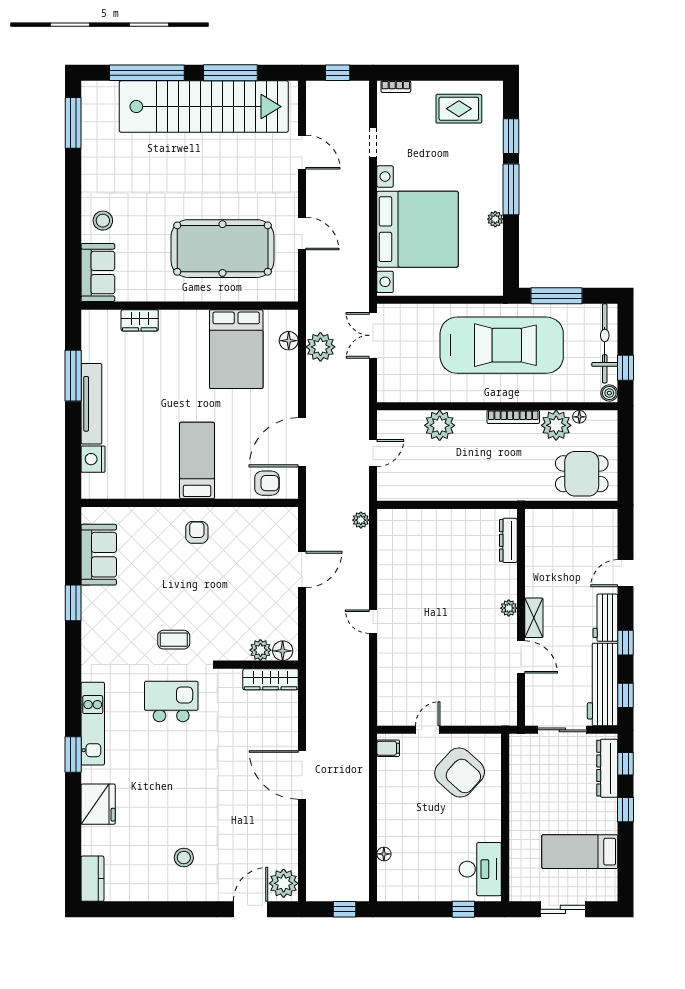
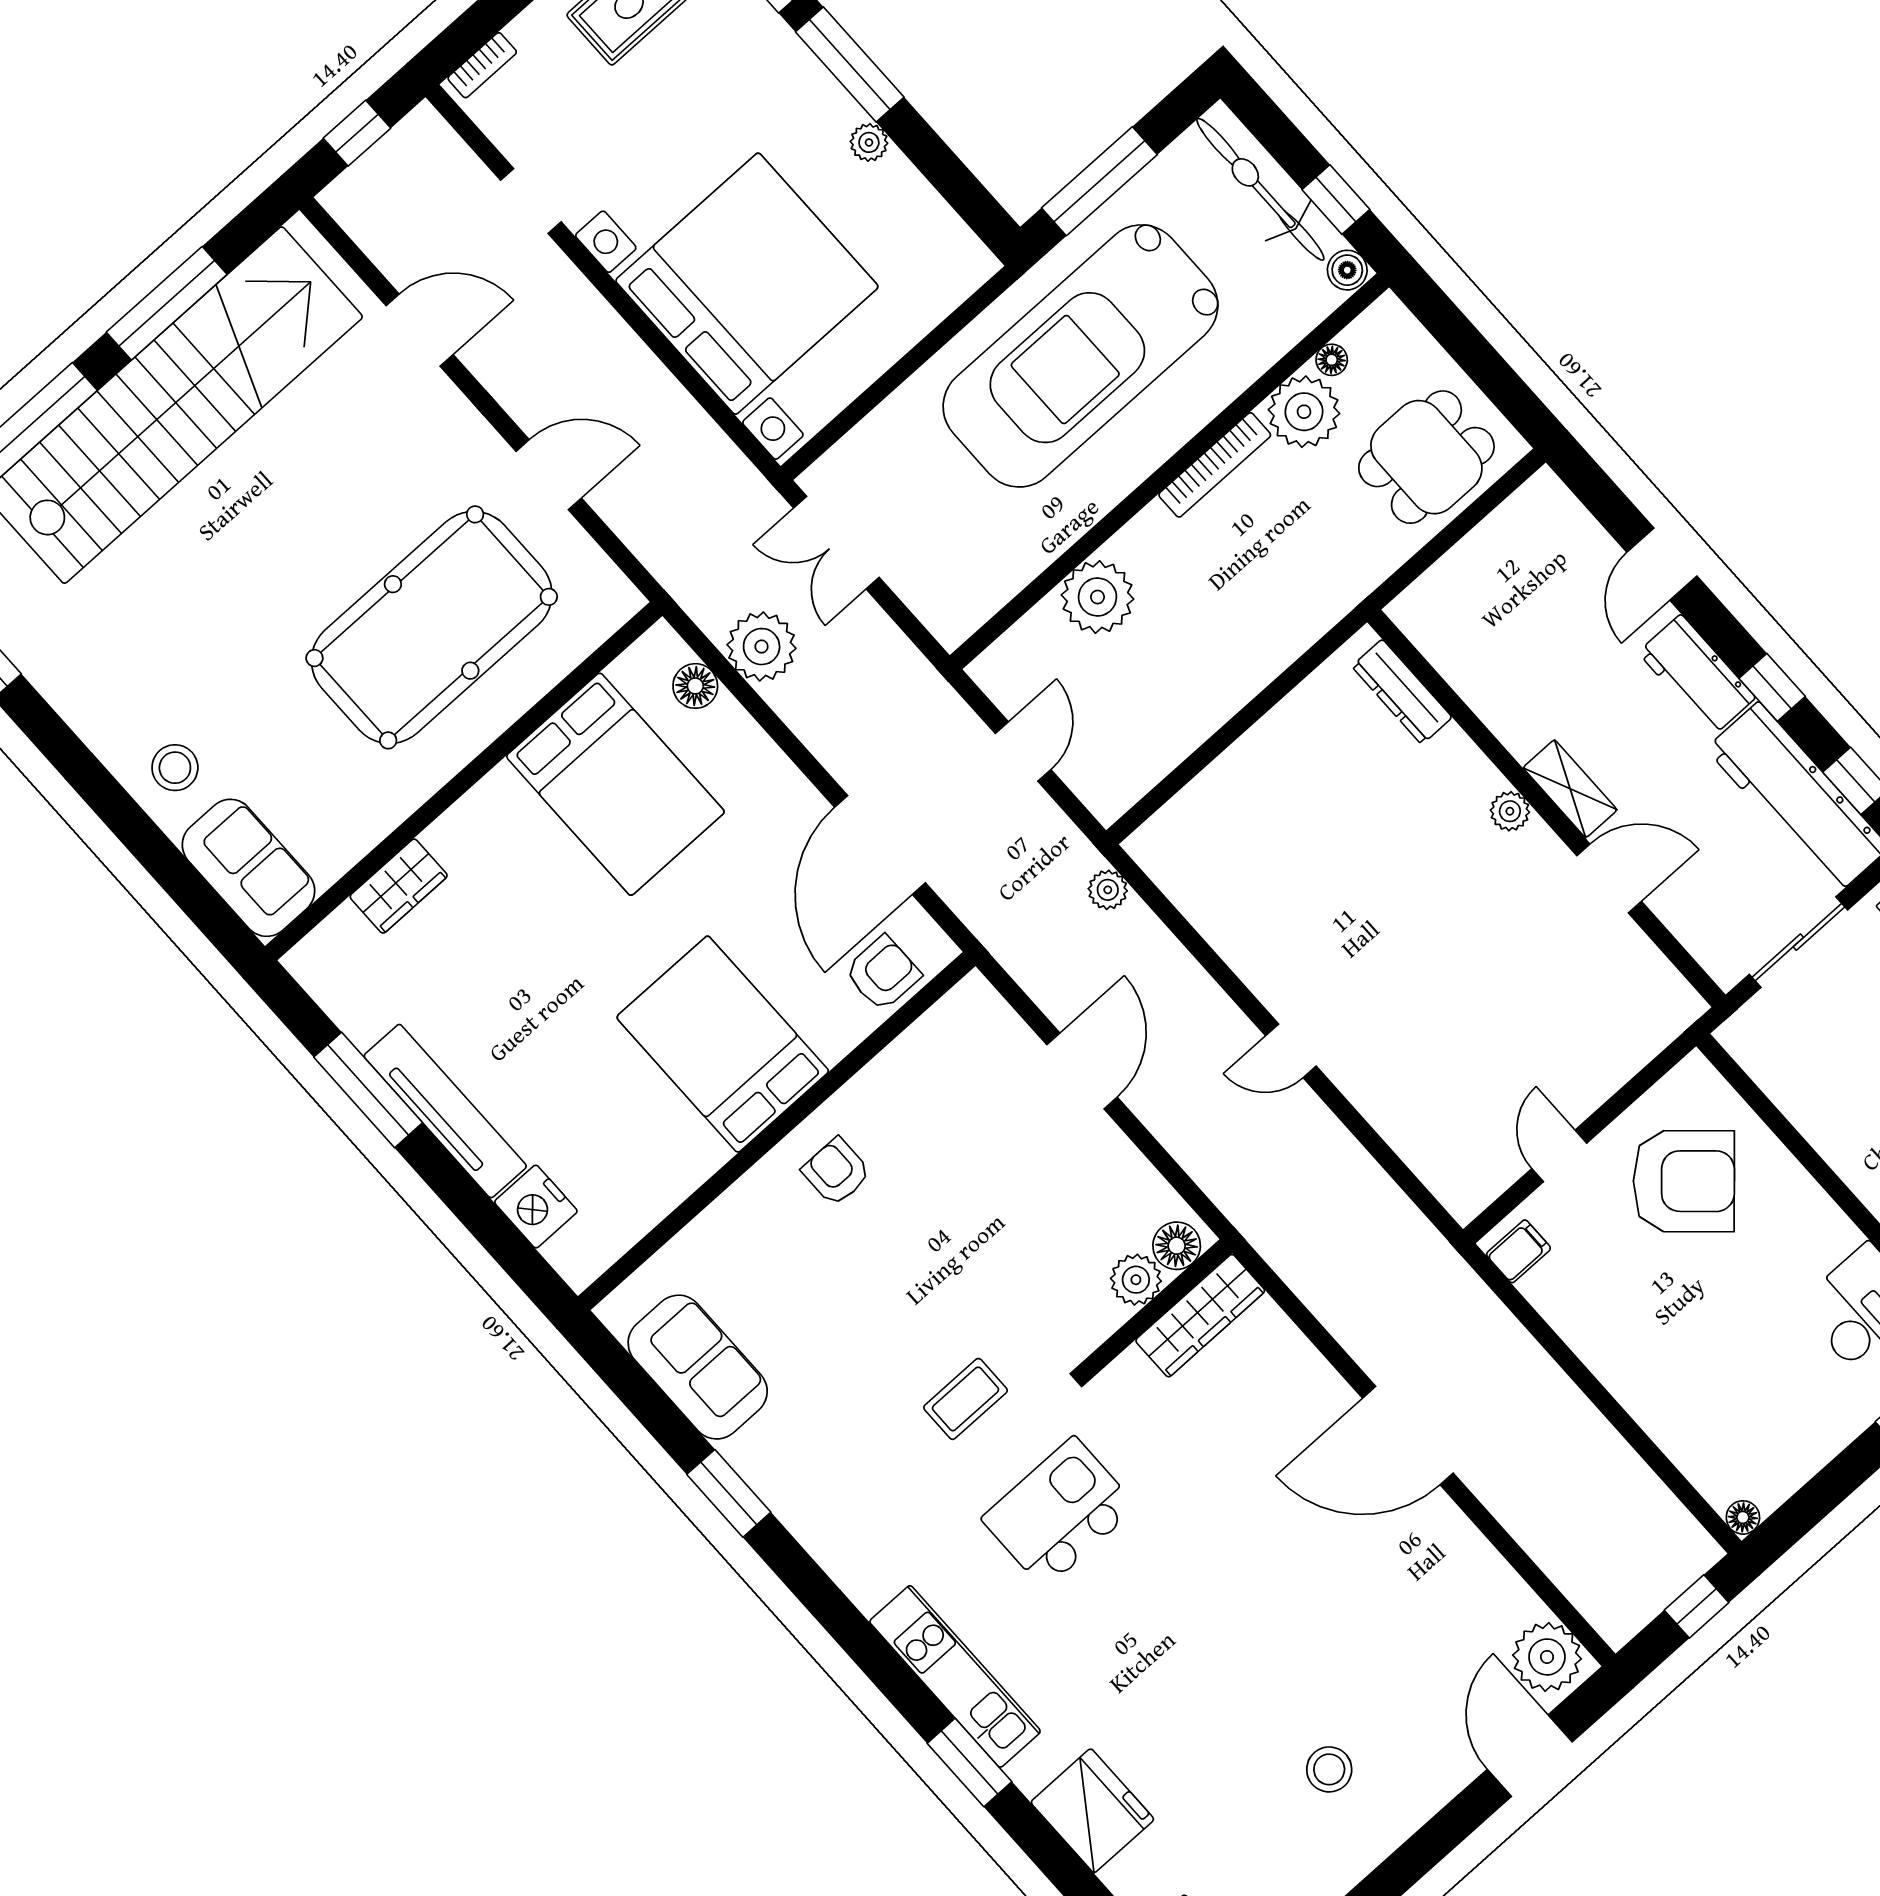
car: (502, 345) -> (1080, 356), turned 180
bed: (197, 461) -> (723, 1044), width x1.50
floor lamp: (384, 854) -> (1743, 1517), moved

